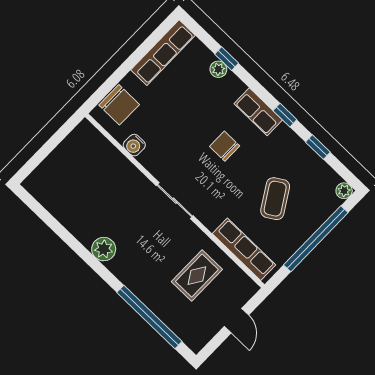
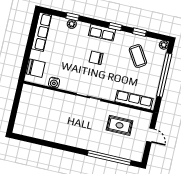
coffee table: (275, 199) -> (138, 56), moved
plant: (104, 249) -> (69, 139), removed
rug: (197, 276) -> (120, 125), turned 90

